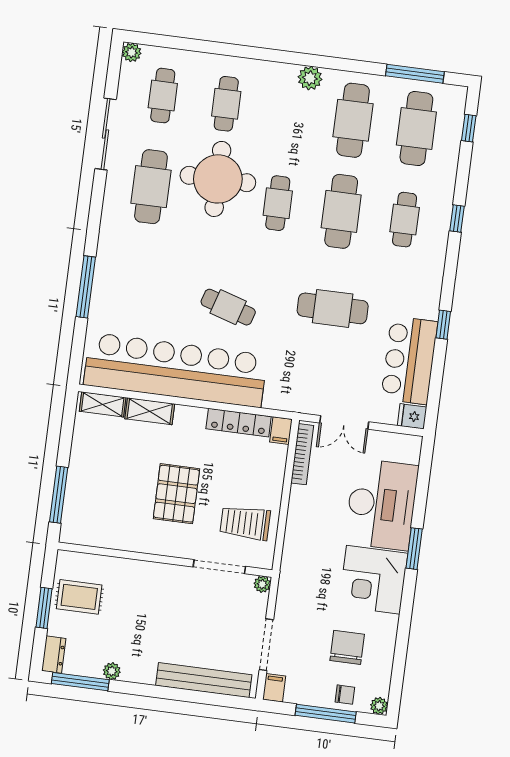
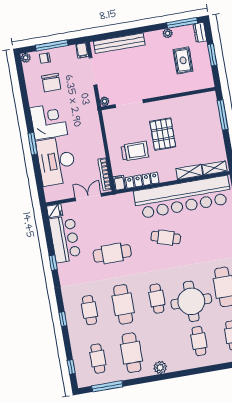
cafe table: (416, 128) -> (98, 359), width x0.73, depth x0.74
trolley: (245, 523) -> (135, 151), moved
rug: (79, 597) -> (183, 60), moved, turned 90

